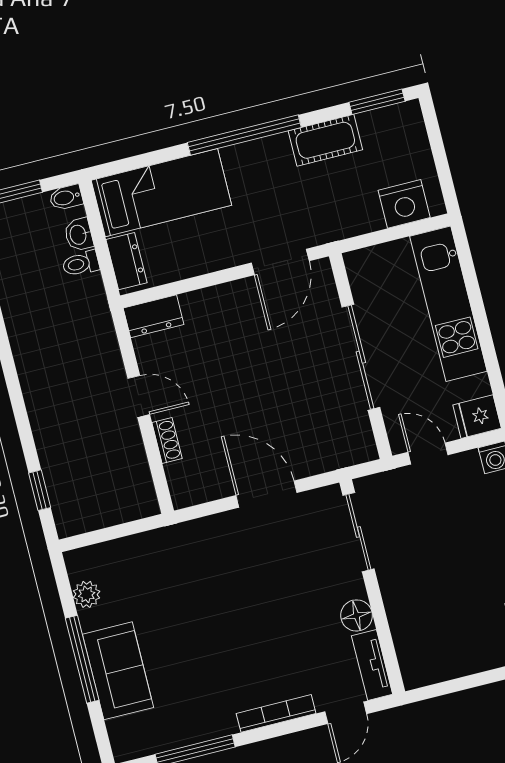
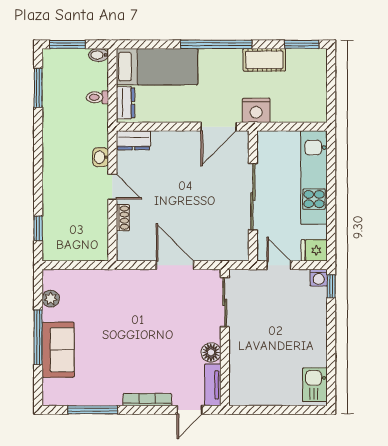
nightstand: (404, 204) -> (256, 110), moved
washbasin: (79, 235) -> (101, 157), moved

